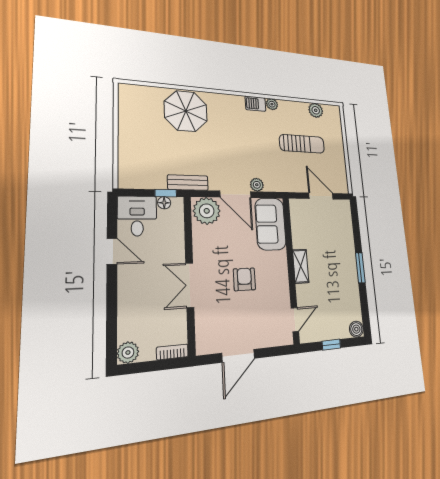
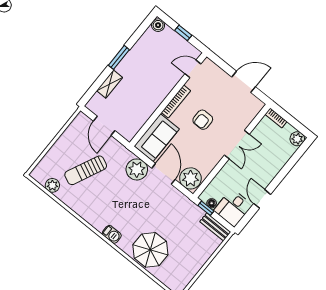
barbecue: (255, 104) -> (112, 234), moved
plant: (272, 104) -> (84, 213), removed
sun lounger: (302, 144) -> (86, 170), turned -65
bench: (188, 183) -> (215, 227), moved
plant: (257, 185) -> (137, 169), width x1.88, depth x1.88
shelving: (301, 266) -> (110, 84), moved
bookcase: (283, 274) -> (176, 101), added

